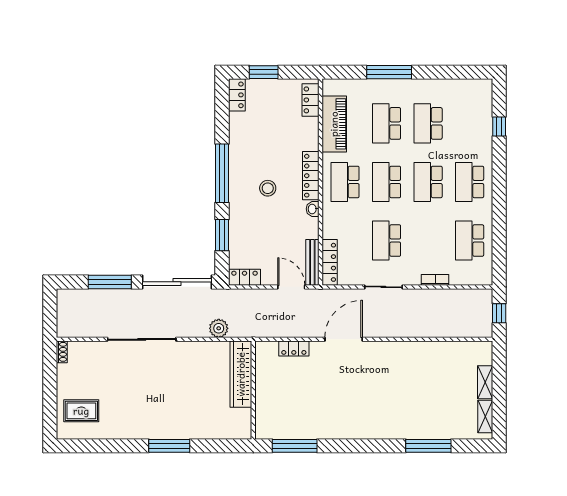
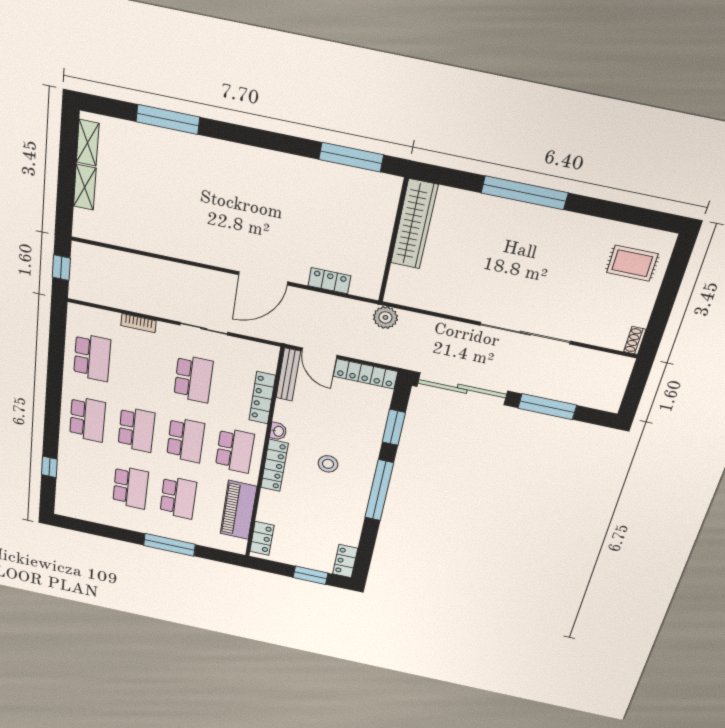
locker: (330, 262) -> (262, 398), moved
locker: (244, 277) -> (366, 374), width x1.53
plant: (219, 328) -> (385, 317), moved
wardrobe: (241, 374) -> (414, 224), moved
window: (169, 446) -> (524, 193), width x1.46

